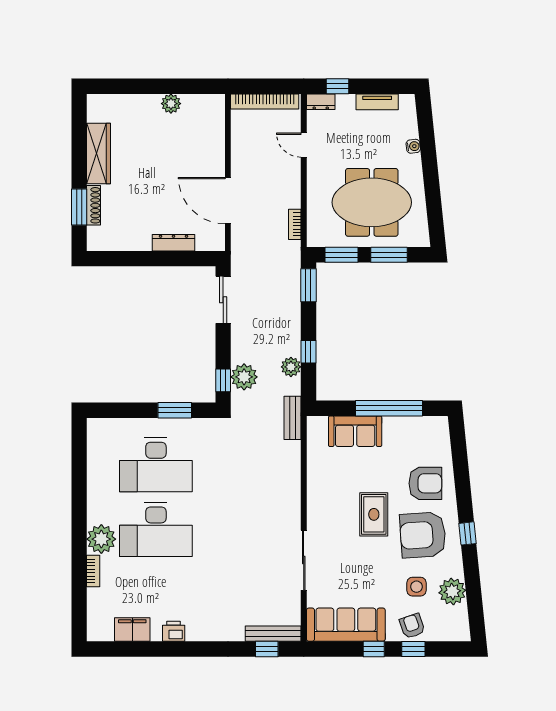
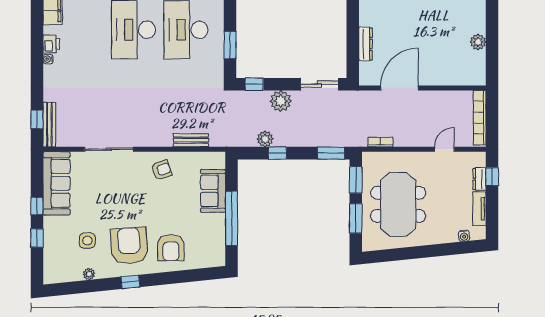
dresser: (321, 102) -> (480, 179), moved
water cooler: (413, 146) -> (464, 236), moved
plant: (244, 377) -> (281, 101), moved
bench: (293, 418) -> (191, 140), moved
rug: (374, 514) -> (146, 206), removed
plant: (452, 591) -> (89, 274), width x0.53, depth x0.53
armchair: (412, 626) -> (161, 170), moved
water cooler: (192, 635) -> (48, 59), added

